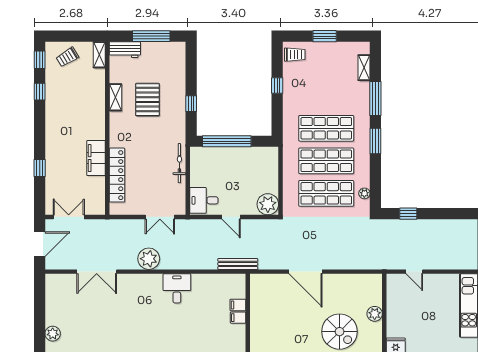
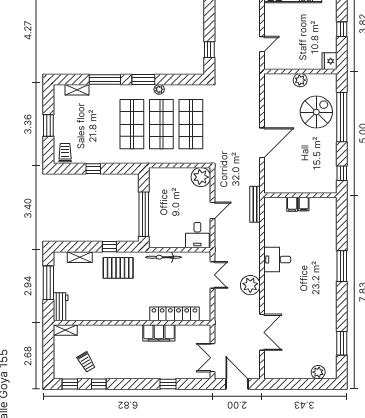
trolley: (67, 57) -> (86, 362), moved
shelving: (115, 97) -> (80, 257), moved
pallet: (147, 100) -> (118, 268), moved
plant: (364, 193) -> (159, 89), moved

